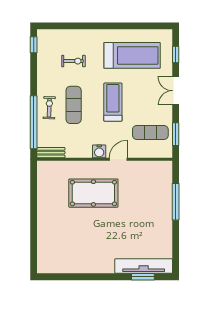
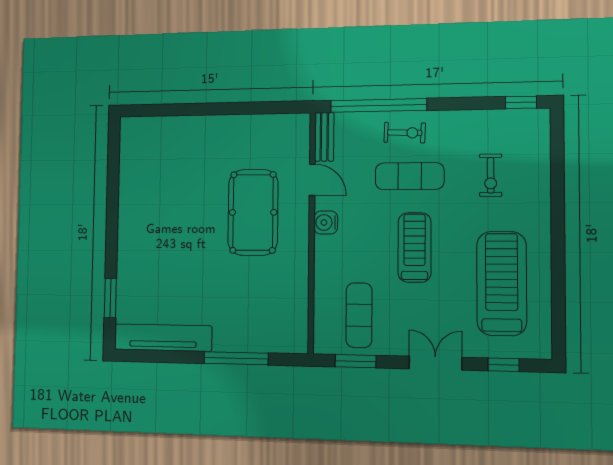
treadmill: (132, 55) -> (502, 283), turned 180
treadmill: (113, 102) -> (415, 247), turned -90
door: (118, 159) -> (312, 180), moved
tv unit: (144, 266) -> (163, 338), moved, turned -90

